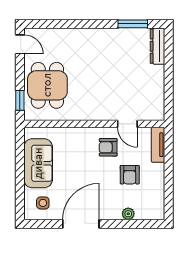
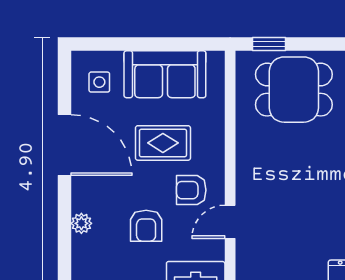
armchair: (108, 147) -> (191, 190), turned -90
rug: (80, 164) -> (163, 143), added
armchair: (130, 175) -> (146, 226), turned -90

